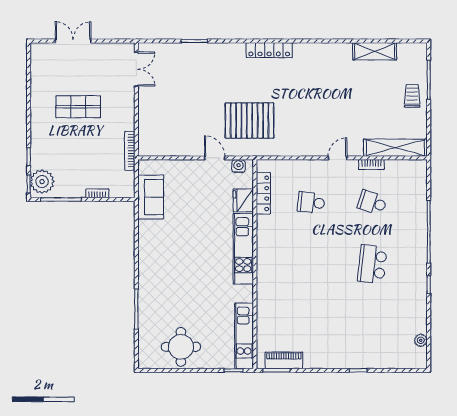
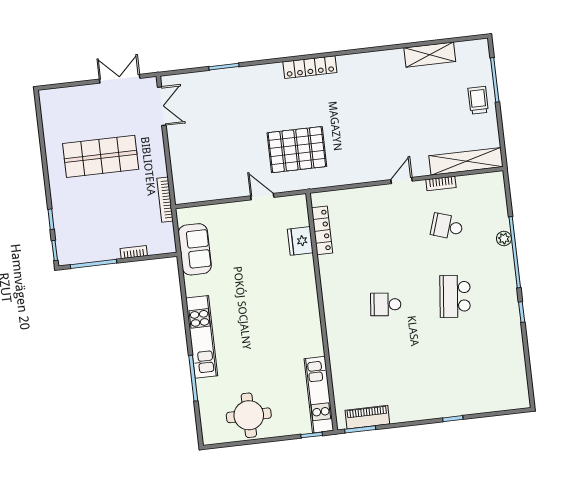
double door: (73, 41) -> (120, 79), moved
shop shelf: (78, 107) -> (101, 156), width x1.43, depth x1.36
water cooler: (239, 166) -> (290, 203), removed
plant: (42, 182) -> (70, 246), removed
school desk: (311, 202) -> (386, 304), moved
kitchen unit: (243, 249) -> (202, 337), moved, turned 180
plant: (421, 340) -> (504, 238), moved

